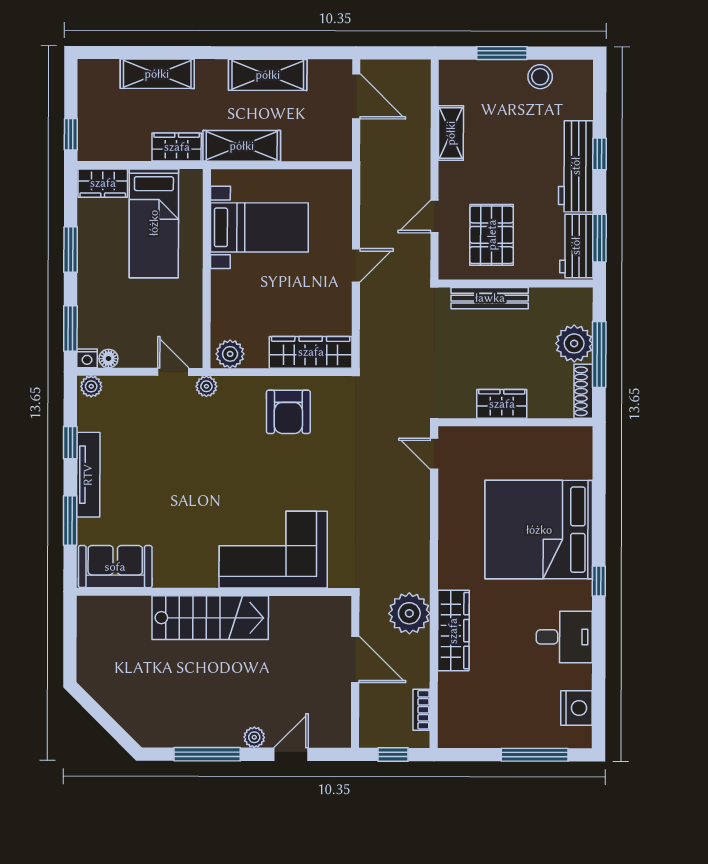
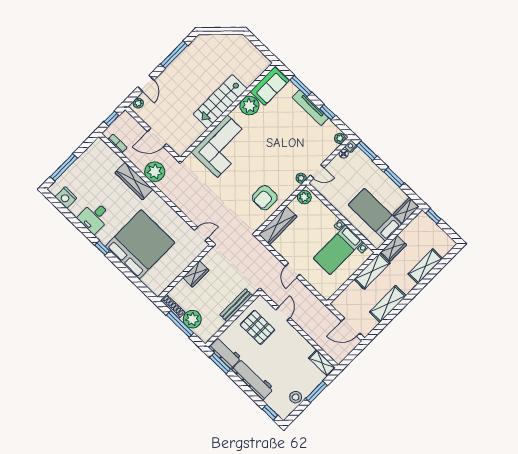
shelving: (451, 133) -> (322, 363), moved
window: (600, 154) -> (270, 412), moved
armchair: (288, 412) -> (265, 198), turned -90
plant: (174, 568) -> (249, 106), added
plant: (254, 737) -> (138, 103), moved

